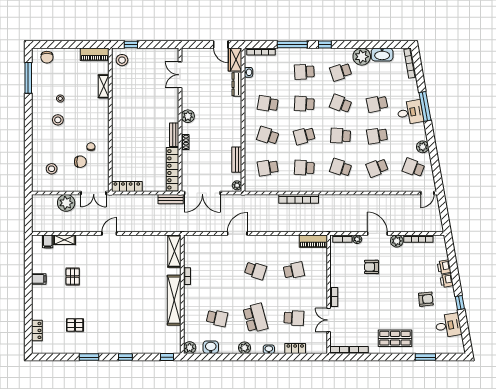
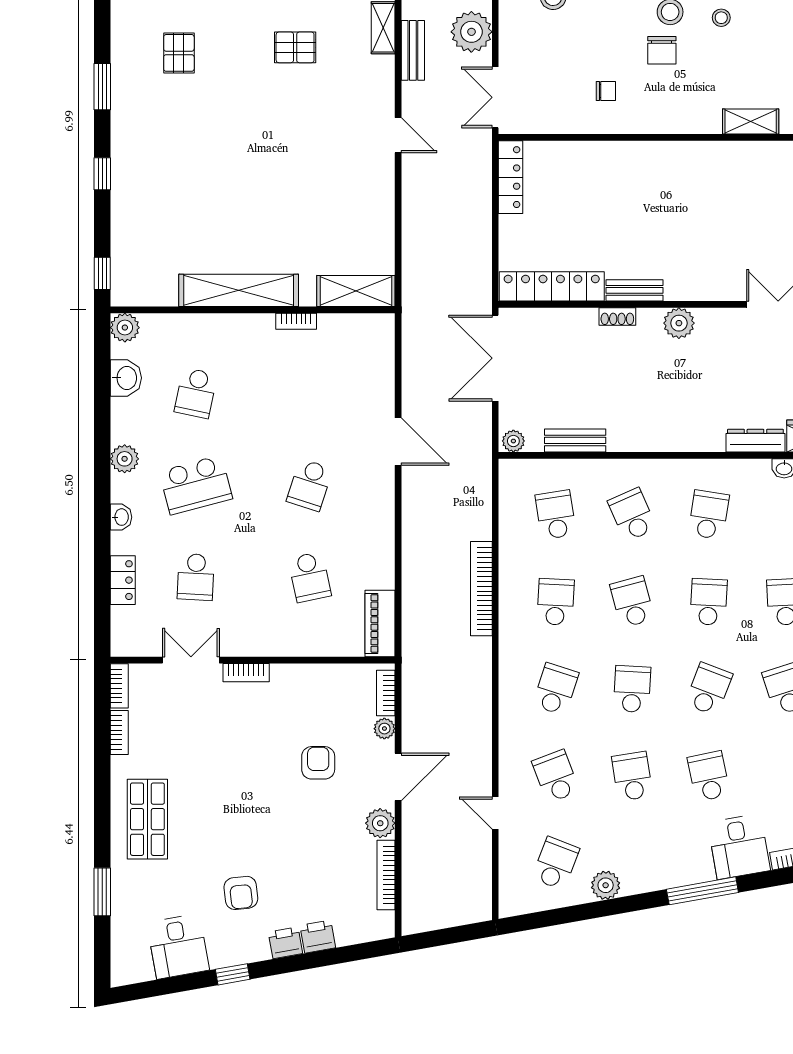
desk: (410, 112) -> (739, 847), moved
school desk: (268, 136) -> (632, 515), turned -42
chair: (80, 162) -> (662, 50), moved
door: (427, 193) -> (495, 813), moved
bench: (171, 199) -> (413, 50), moved

